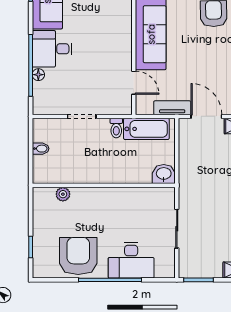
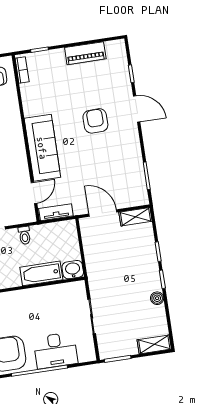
door: (134, 83) -> (34, 193), hinge flipped
tv unit: (172, 108) -> (56, 212), moved
bathtub: (146, 129) -> (41, 273), moved, turned 180

